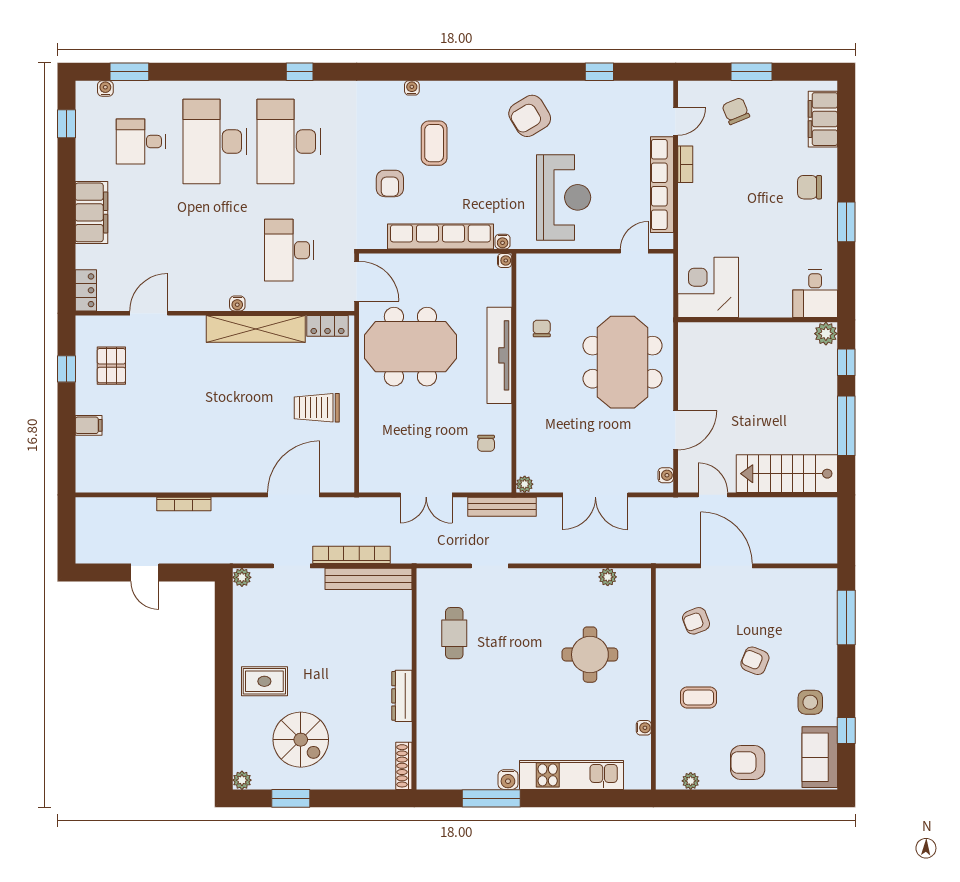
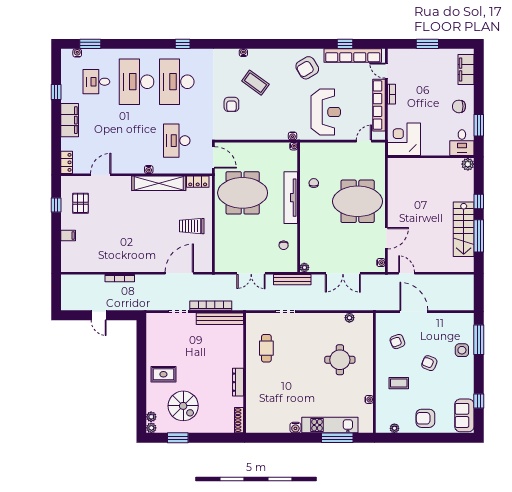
chair: (736, 111) -> (419, 65), removed
door: (676, 121) -> (386, 71), swing flipped
window: (66, 124) -> (56, 92), moved
coffee table: (434, 143) -> (255, 83), turned -54
row of seats: (440, 236) -> (353, 56), moved, turned 180
corner desk: (708, 287) -> (404, 139), moved
desk: (815, 294) -> (462, 143), moved
wall: (758, 320) -> (431, 157), moved
plant: (826, 334) -> (468, 164), moved
meeting table: (623, 362) -> (358, 201), turned 90
stairs: (787, 474) -> (464, 229), moved, turned -90
plant: (242, 577) -> (151, 417), moved
side table: (810, 702) -> (462, 350), moved
window: (491, 798) -> (337, 438), moved

